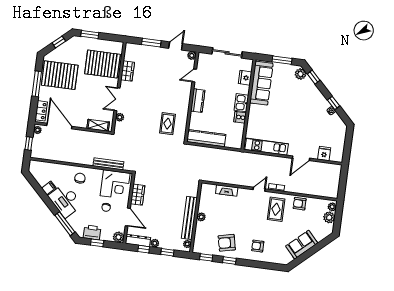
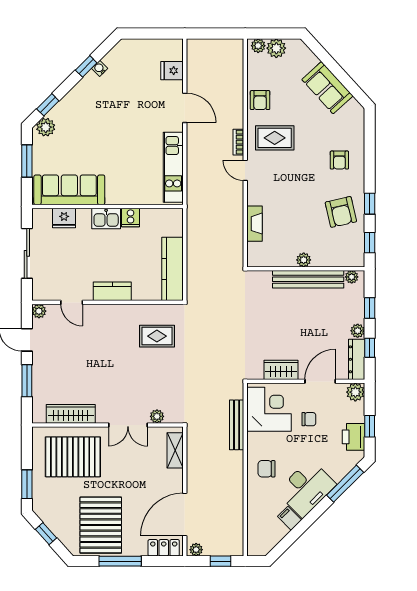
pallet: (102, 64) -> (73, 457), turned 90
wardrobe: (127, 71) -> (71, 414), width x1.50

